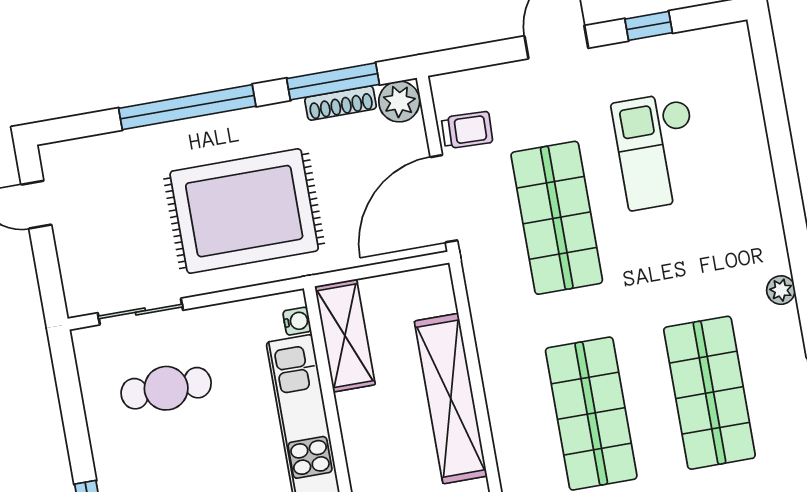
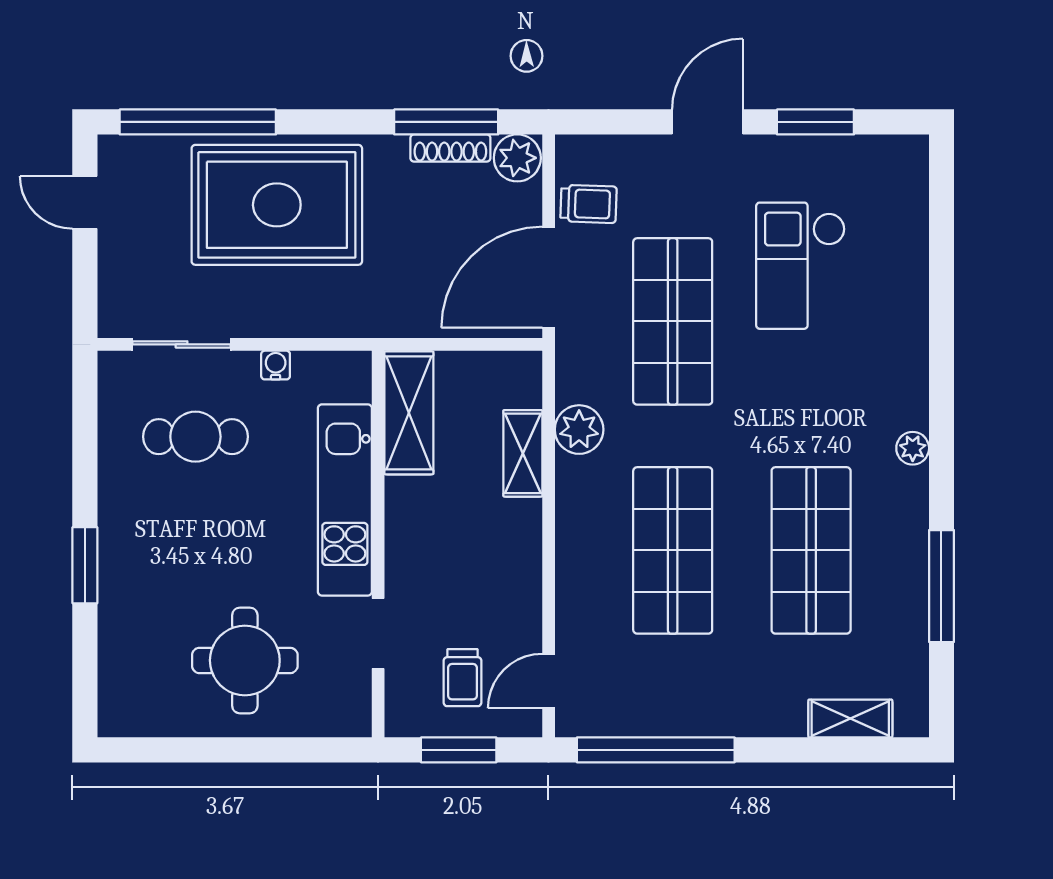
window: (649, 26) -> (815, 122), width x1.50
window: (187, 107) -> (198, 122), moved
rug: (244, 211) -> (277, 205), moved
water cooler: (297, 321) -> (276, 365), moved, turned -90
plant: (493, 324) -> (579, 430), added
shelving: (451, 399) -> (523, 453), width x0.45, depth x0.75

